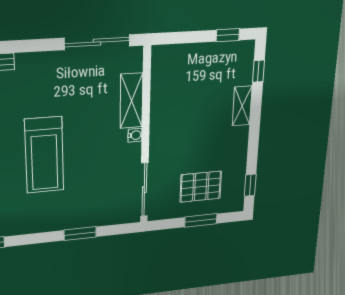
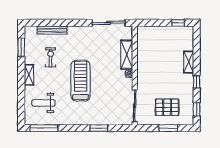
window: (258, 71) -> (197, 82), moved
treadmill: (44, 155) -> (81, 81), turned 180

